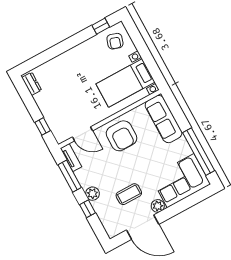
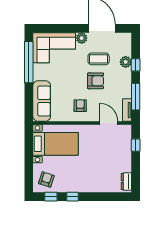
window: (79, 38) -> (72, 197), added
armchair: (121, 136) -> (80, 106), width x0.53, depth x0.53
armchair: (120, 170) -> (96, 81), added
plant: (93, 194) -> (126, 62), moved

